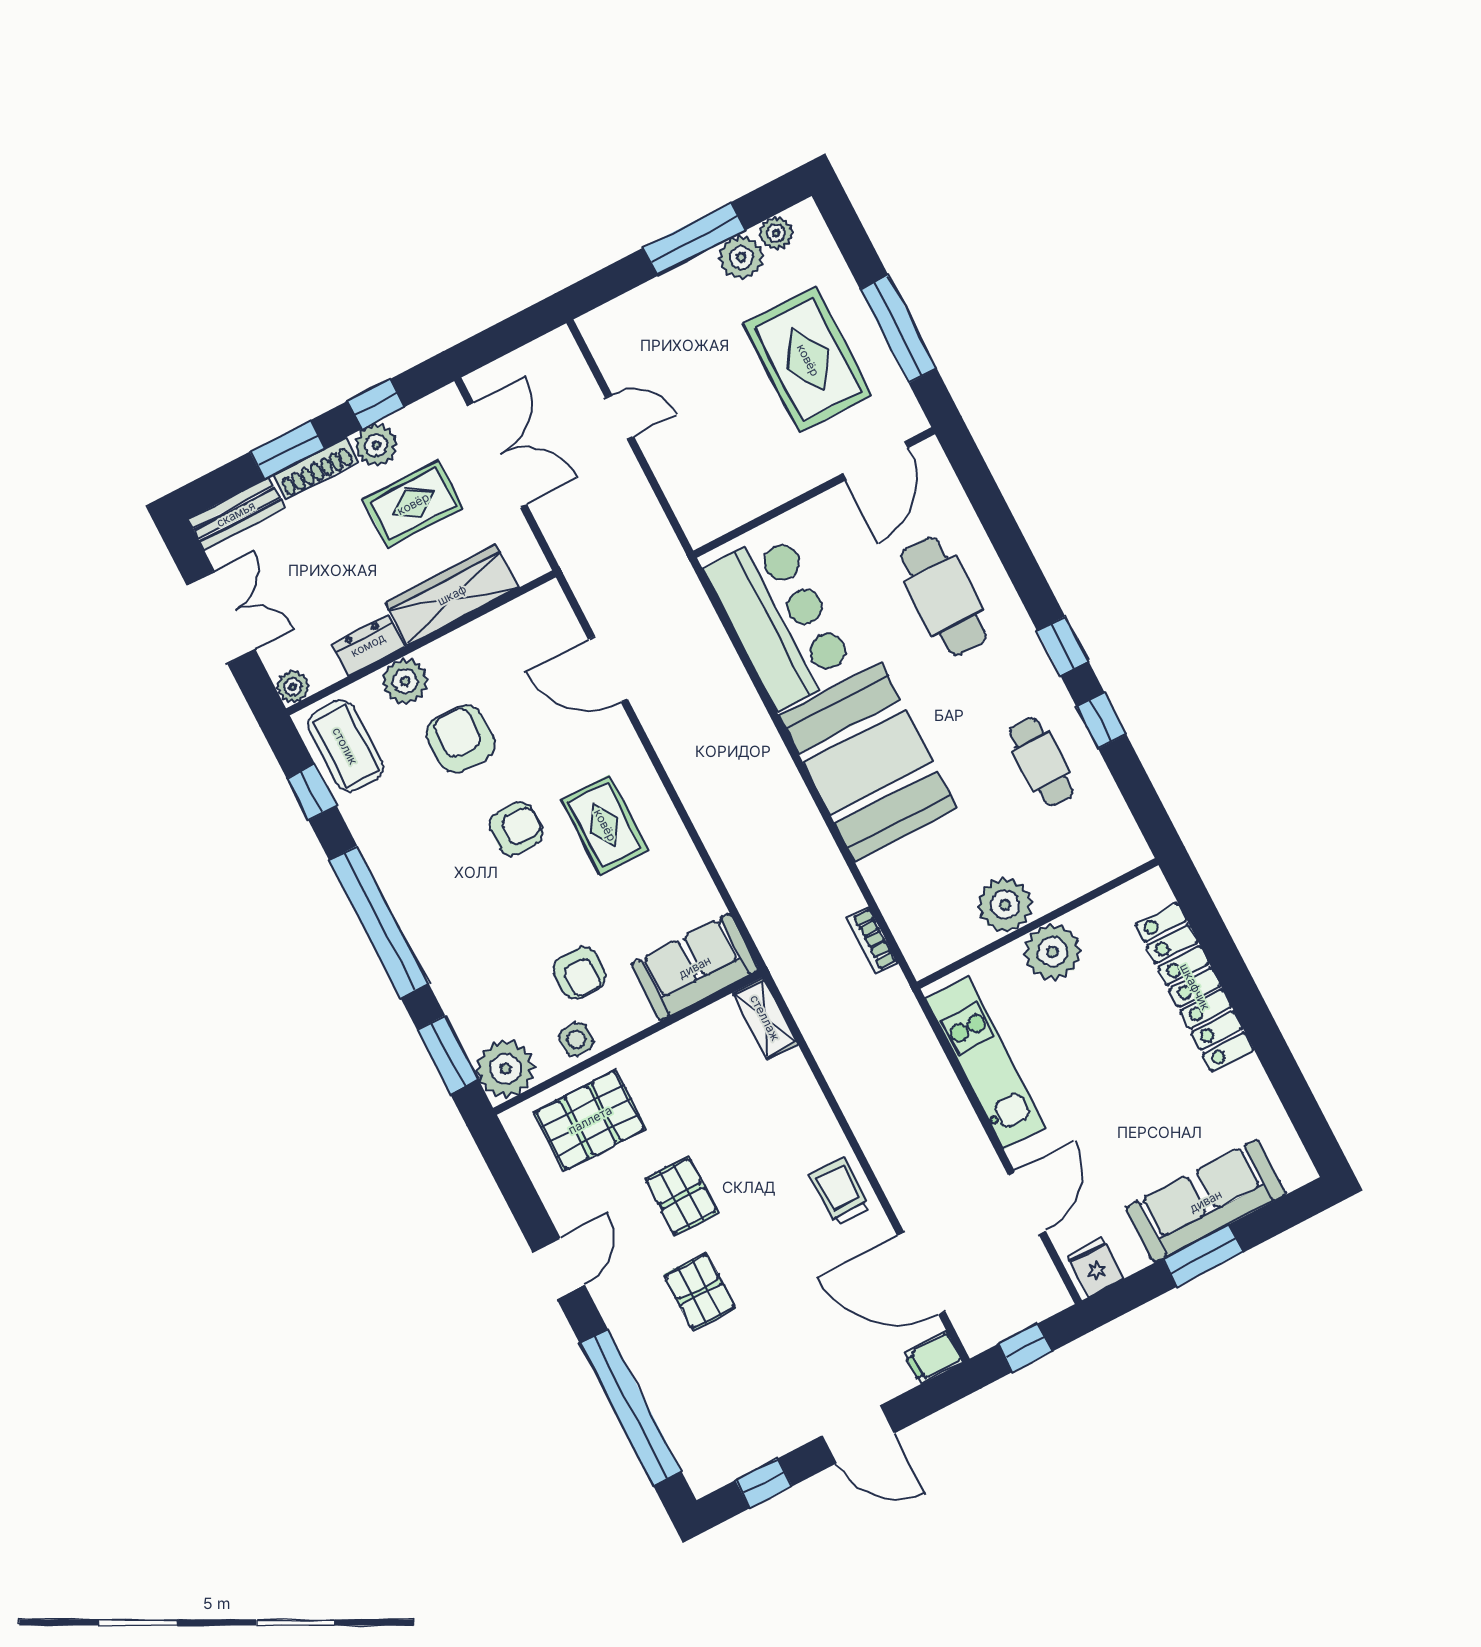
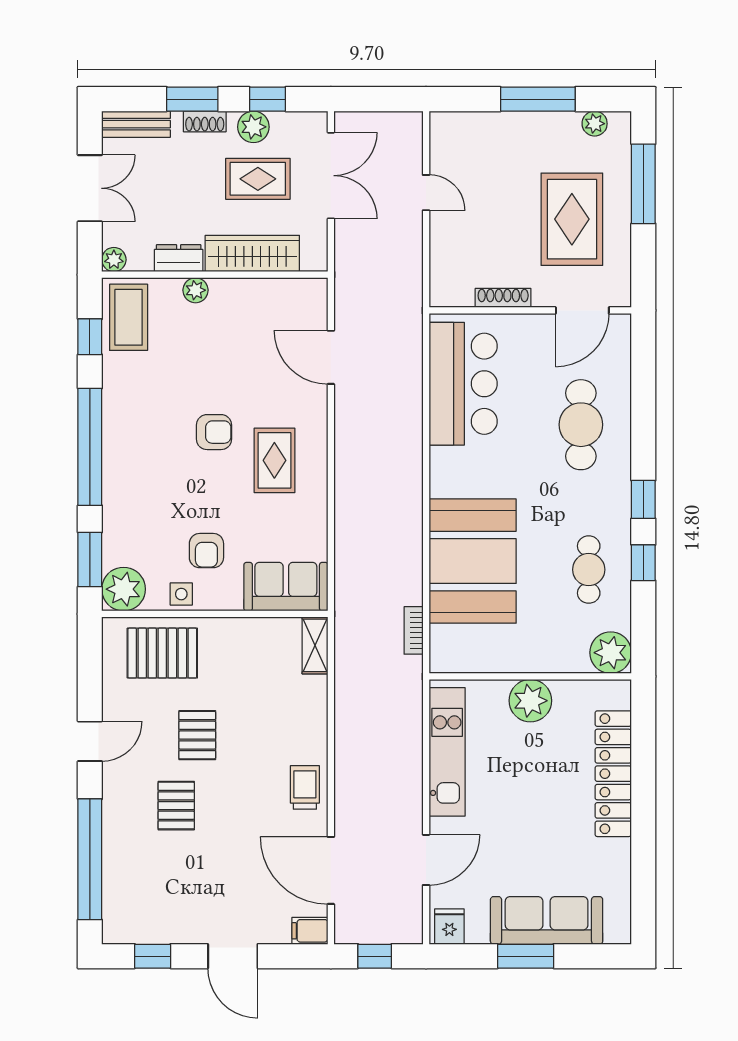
plant: (741, 257) -> (563, 128), removed
window: (898, 329) -> (643, 184), moved
shoe rack: (316, 469) -> (205, 121), width x0.70
shoe rack: (775, 494) -> (503, 298), added
plant: (405, 681) -> (195, 290), width x0.73, depth x0.73
armchair: (461, 739) -> (208, 353), removed
booth: (868, 762) -> (473, 561), moved
plant: (1005, 905) -> (611, 653), moved

